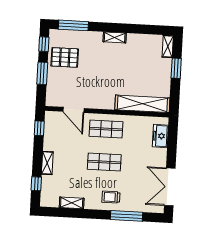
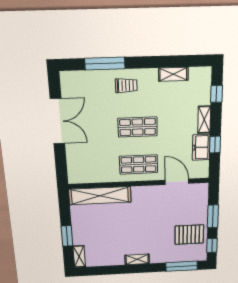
window: (39, 128) -> (215, 145), moved
freezer: (160, 136) -> (201, 147), moved, turned 180
double door: (170, 187) -> (57, 121), moved

